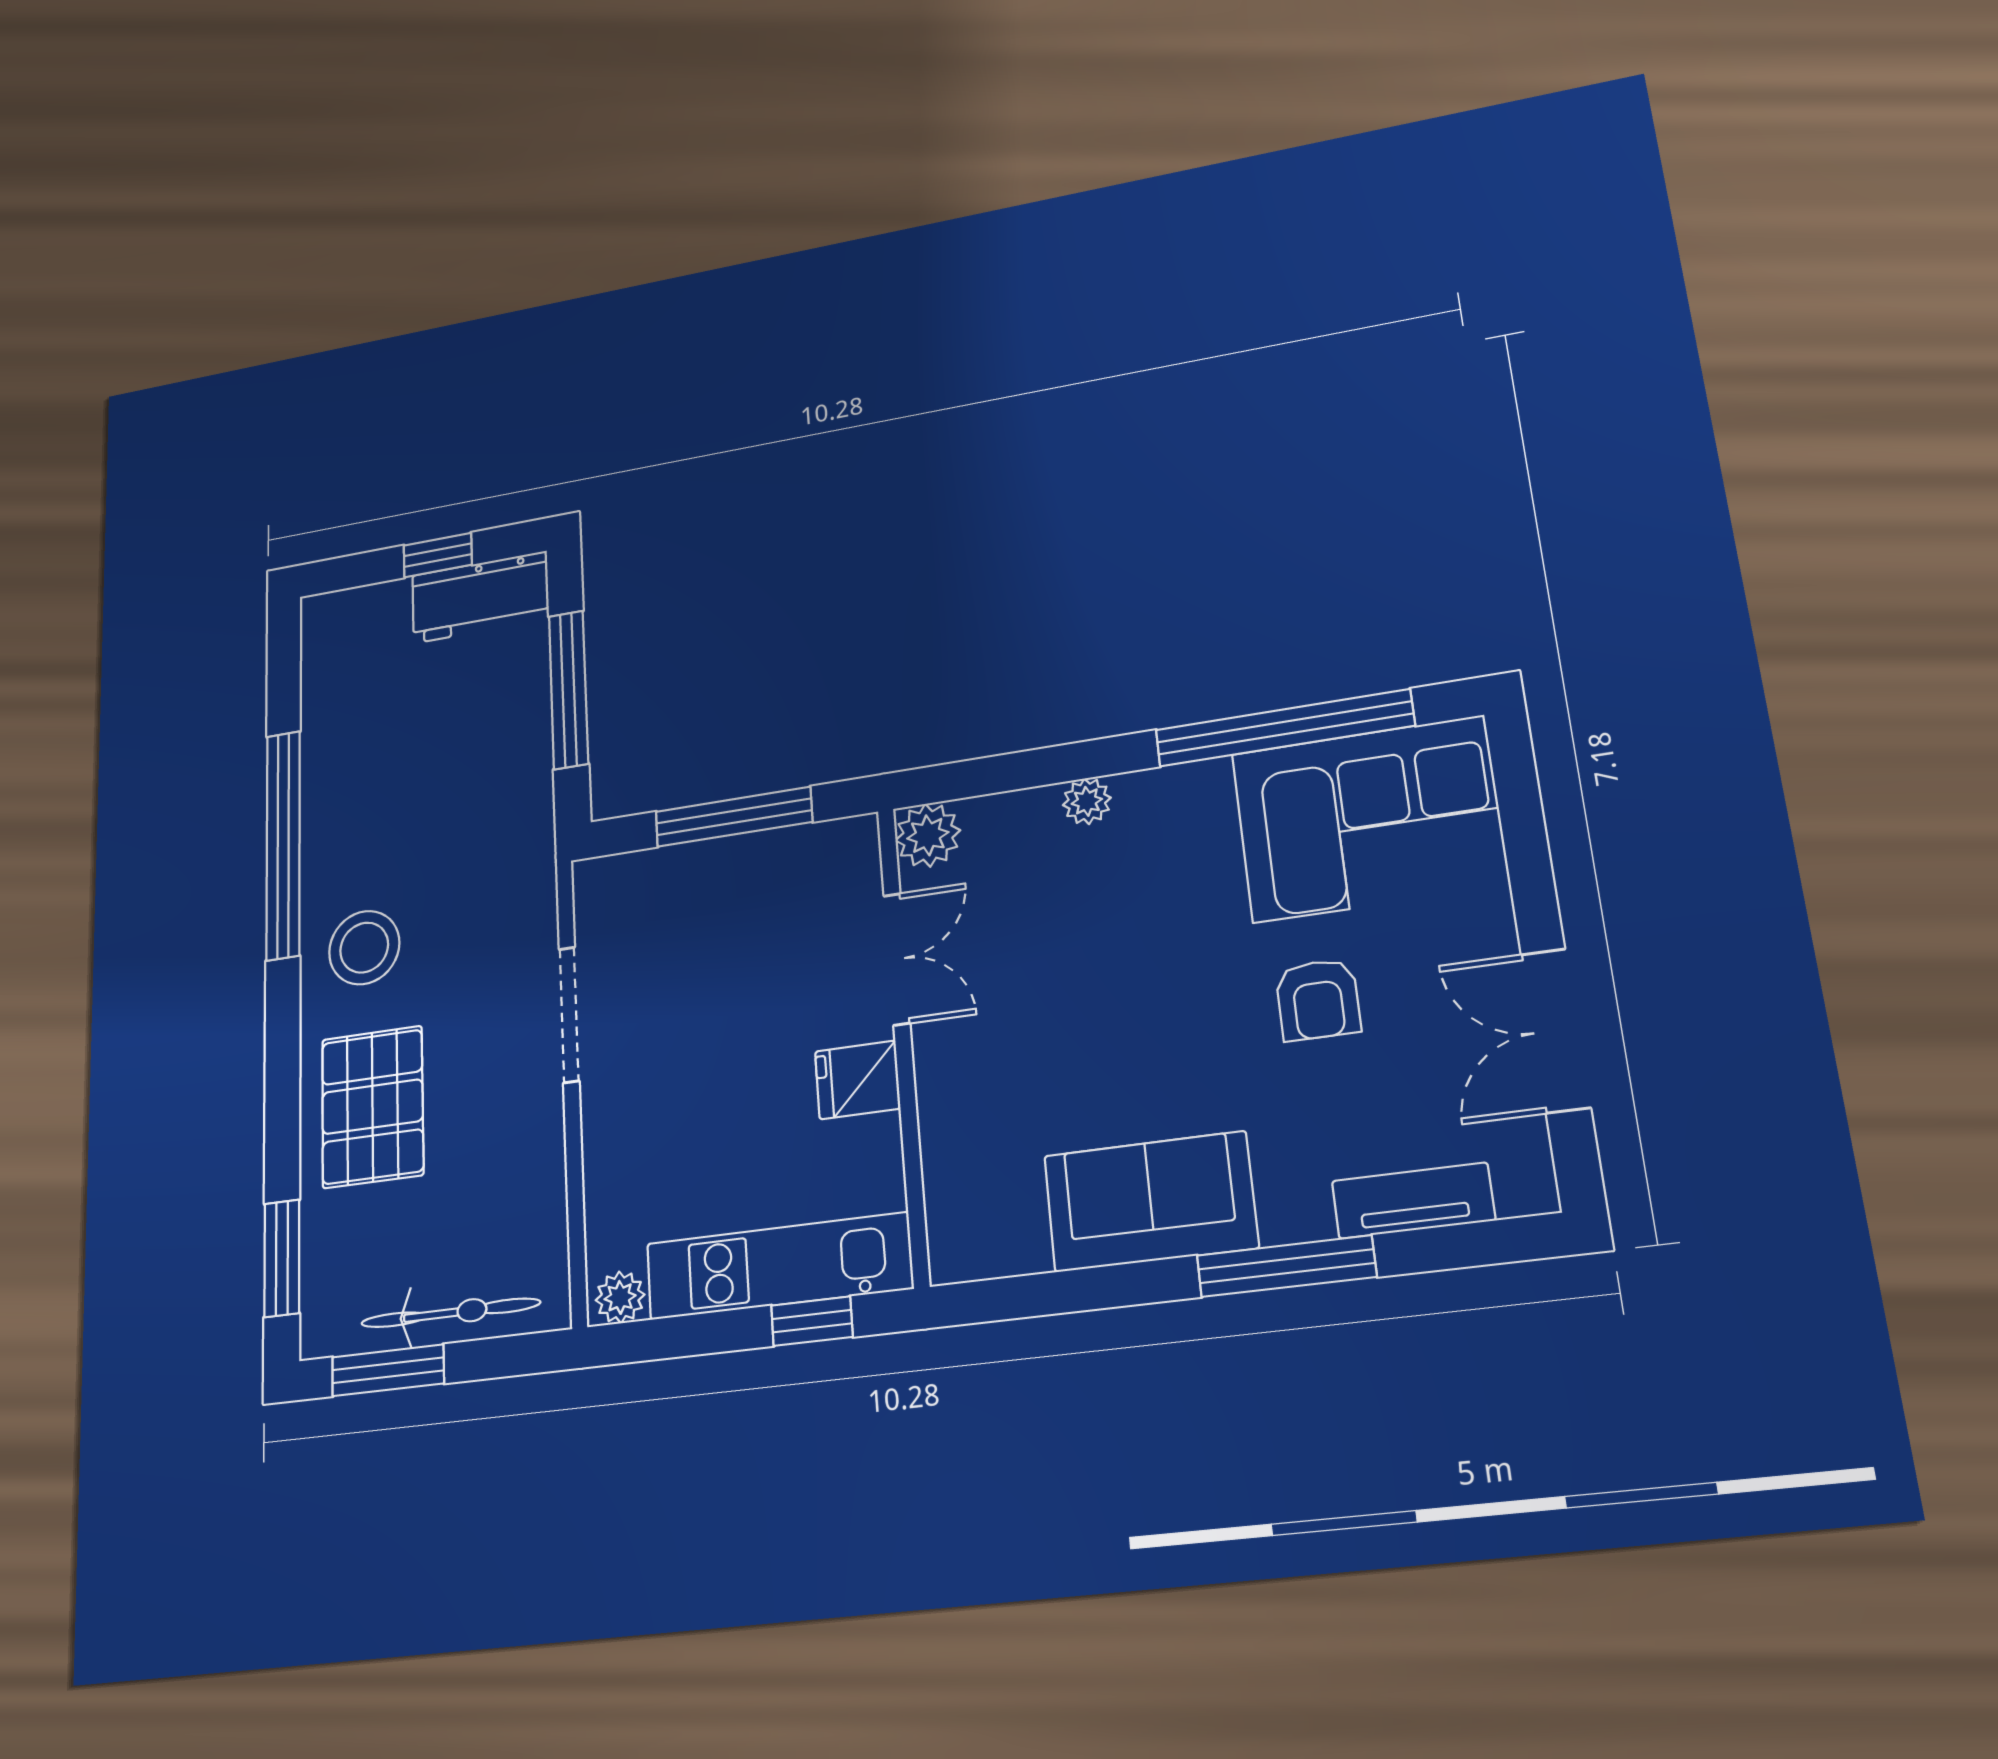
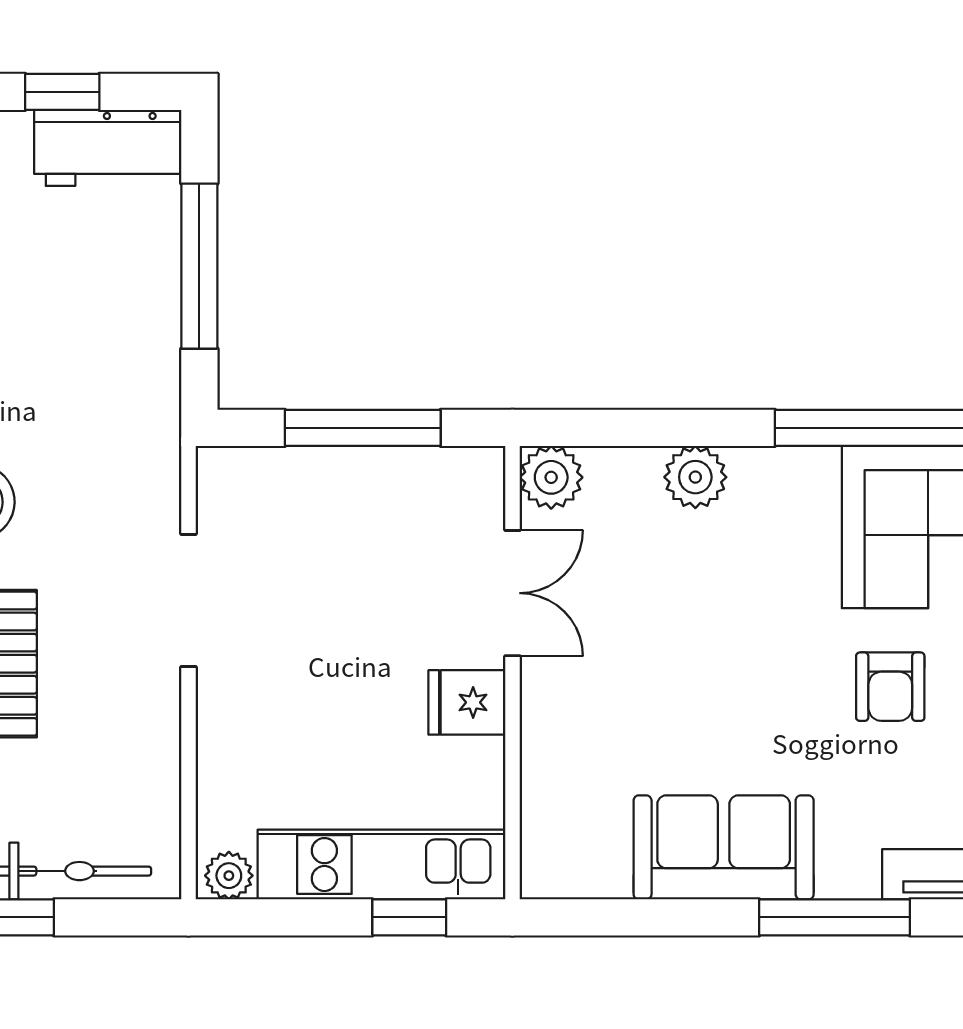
plant: (1087, 801) -> (695, 477), width x1.38, depth x1.38

